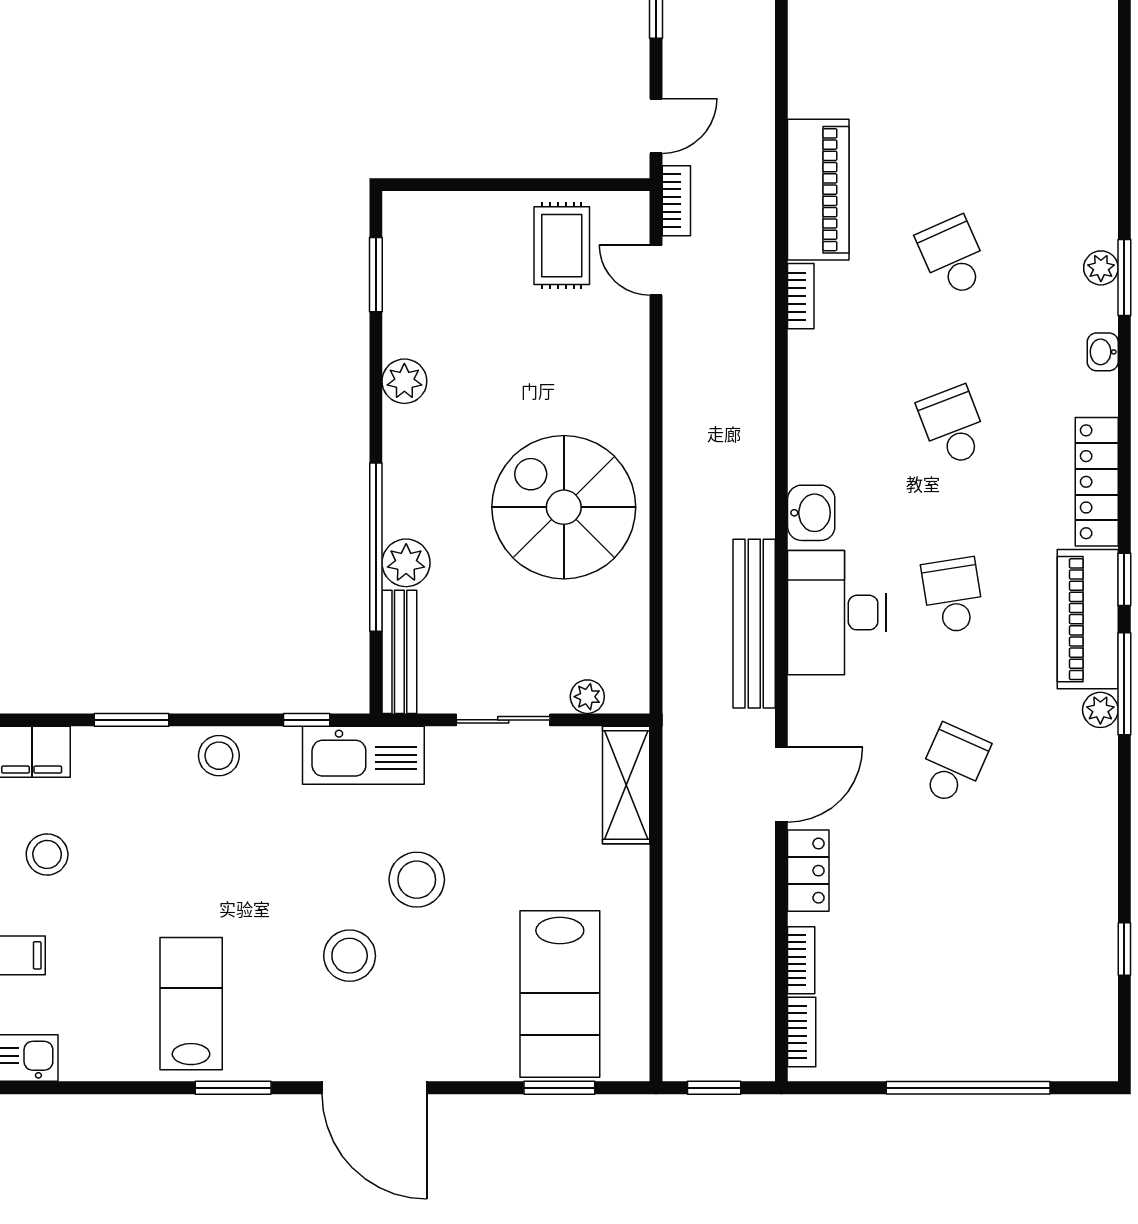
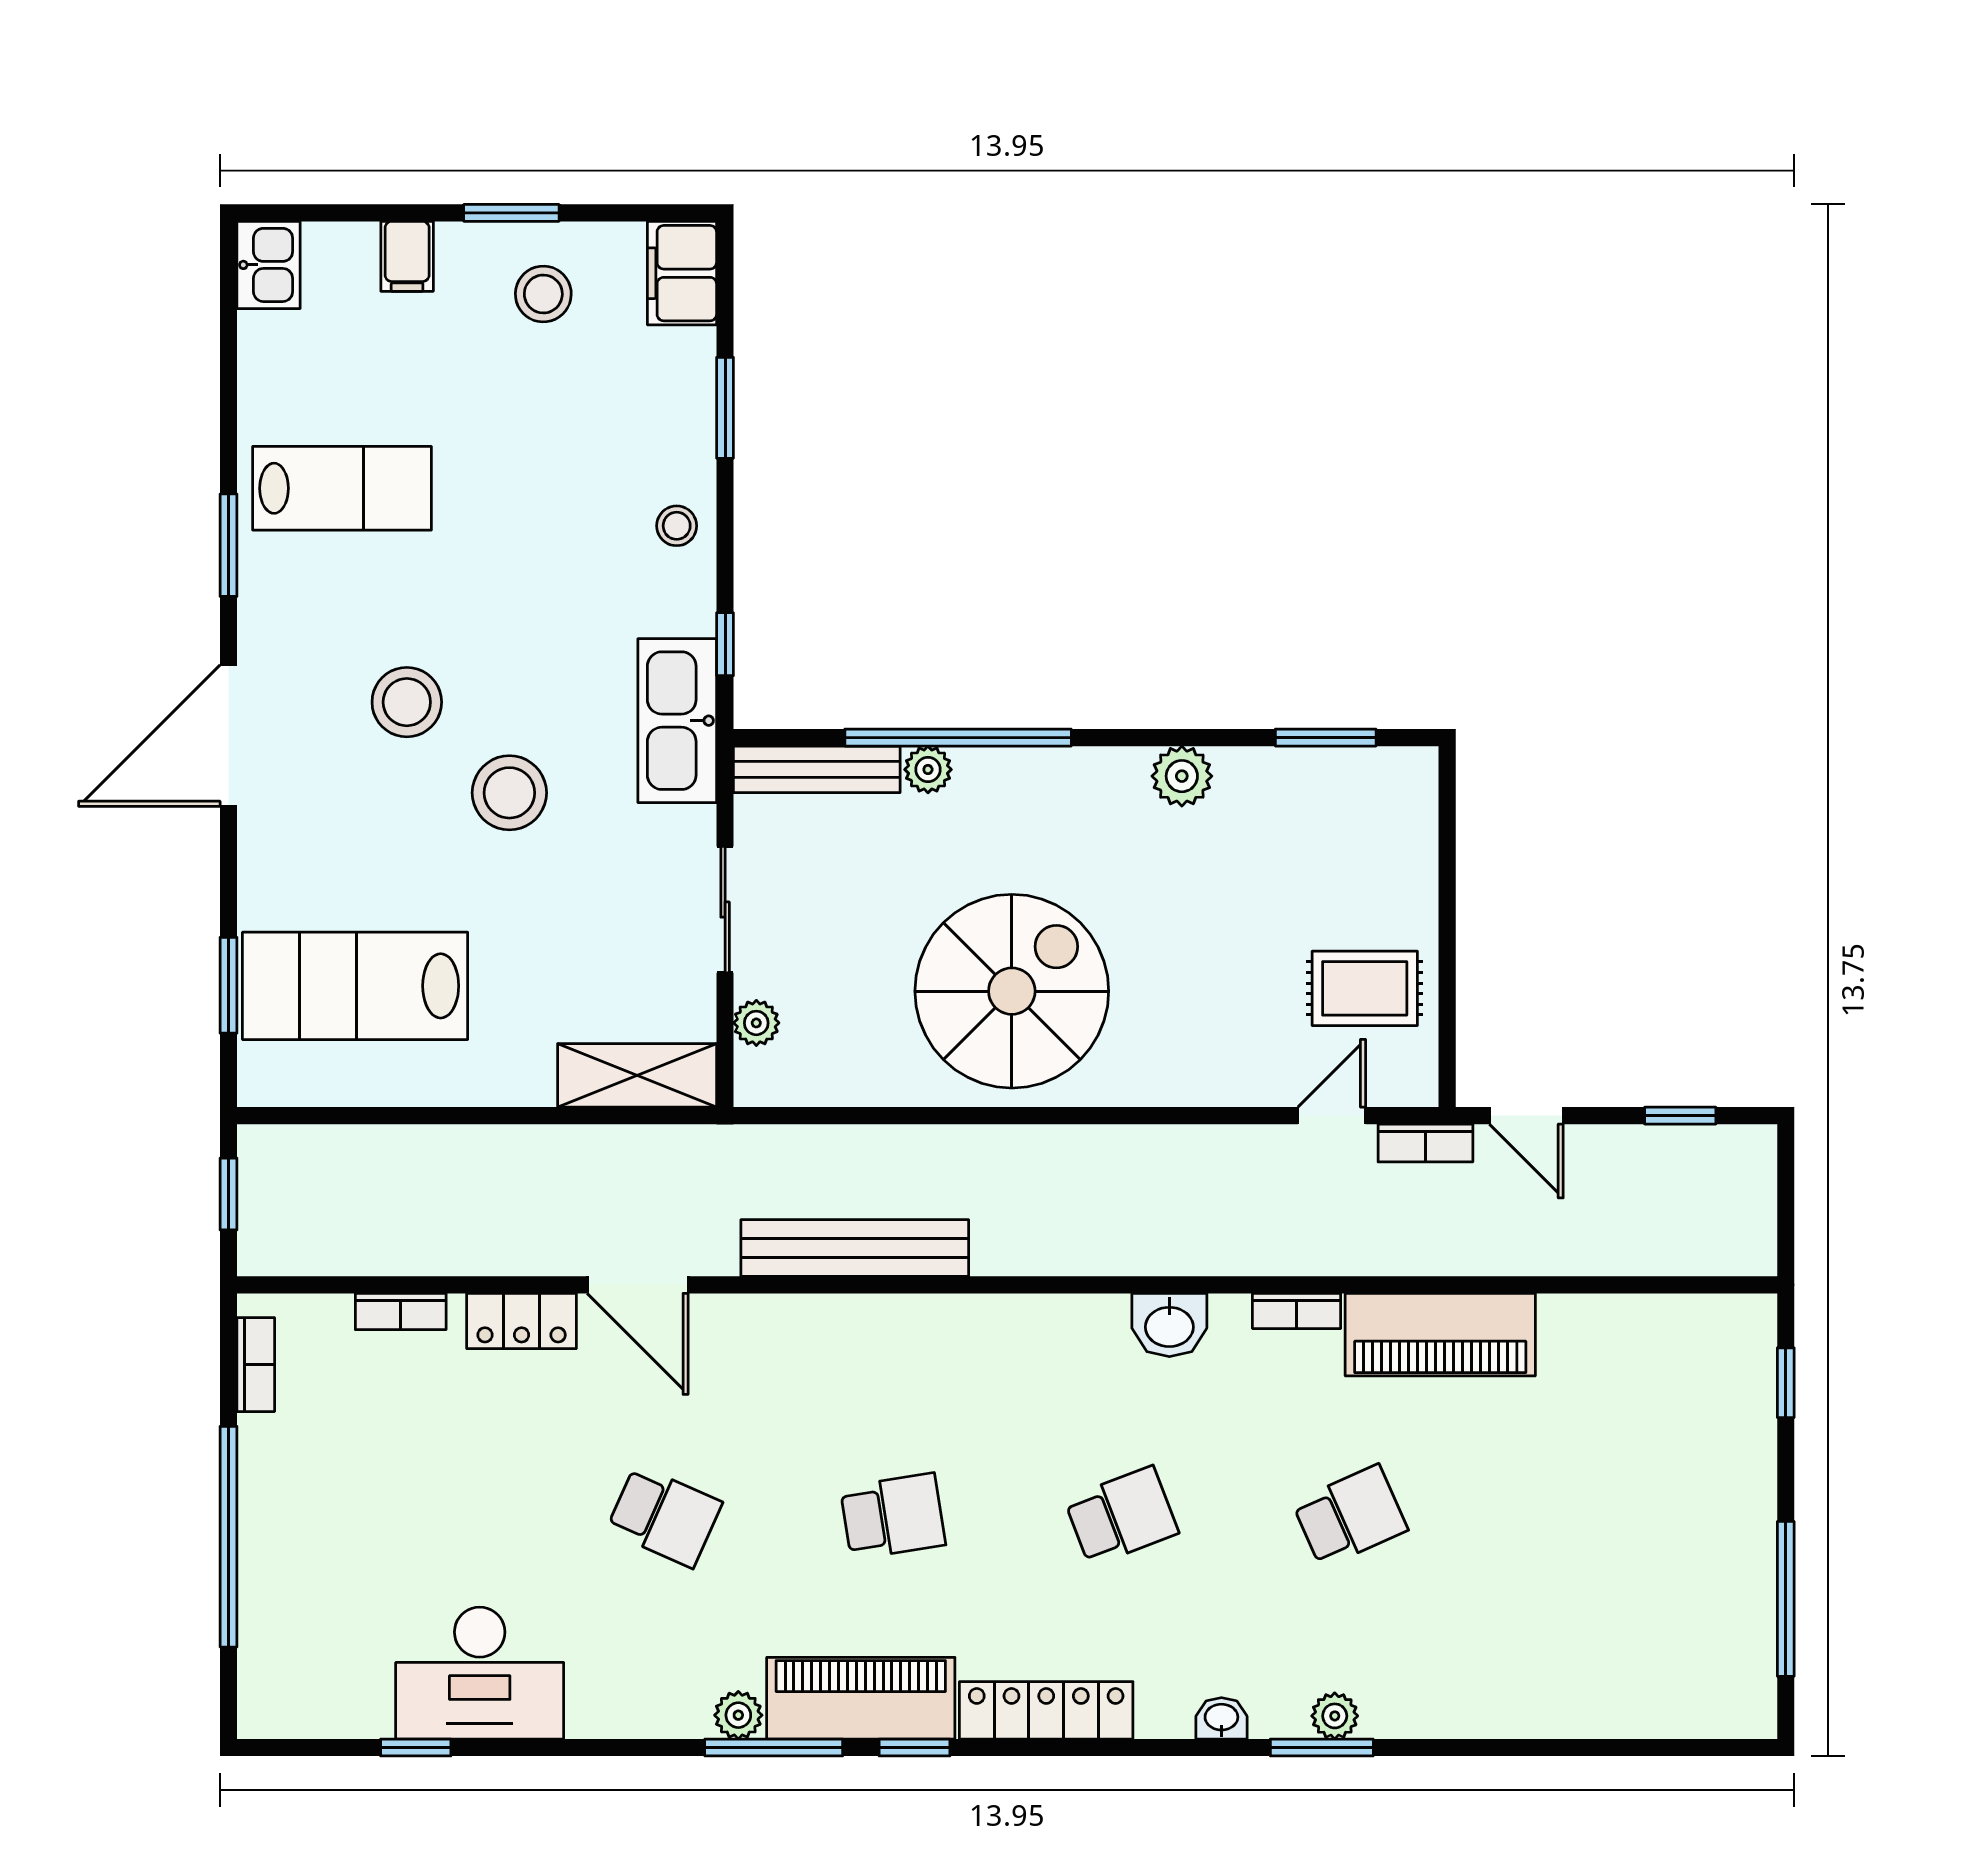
washbasin: (811, 513) -> (1169, 1325), moved
plant: (406, 563) -> (928, 769), width x0.73, depth x0.73
desk: (837, 613) -> (480, 1673), moved, turned 180
stool: (219, 756) -> (677, 526), width x0.73, depth x0.73
bookcase: (802, 1032) -> (256, 1365), moved, turned -90

